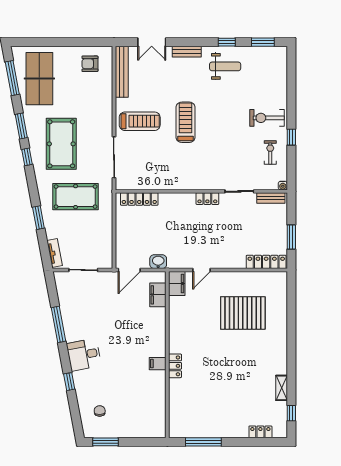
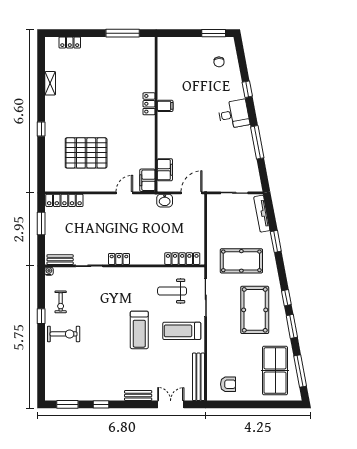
weight bench: (225, 66) -> (172, 291), moved
tv unit: (55, 253) -> (262, 214), width x1.41
window: (291, 413) -> (41, 129), moved

